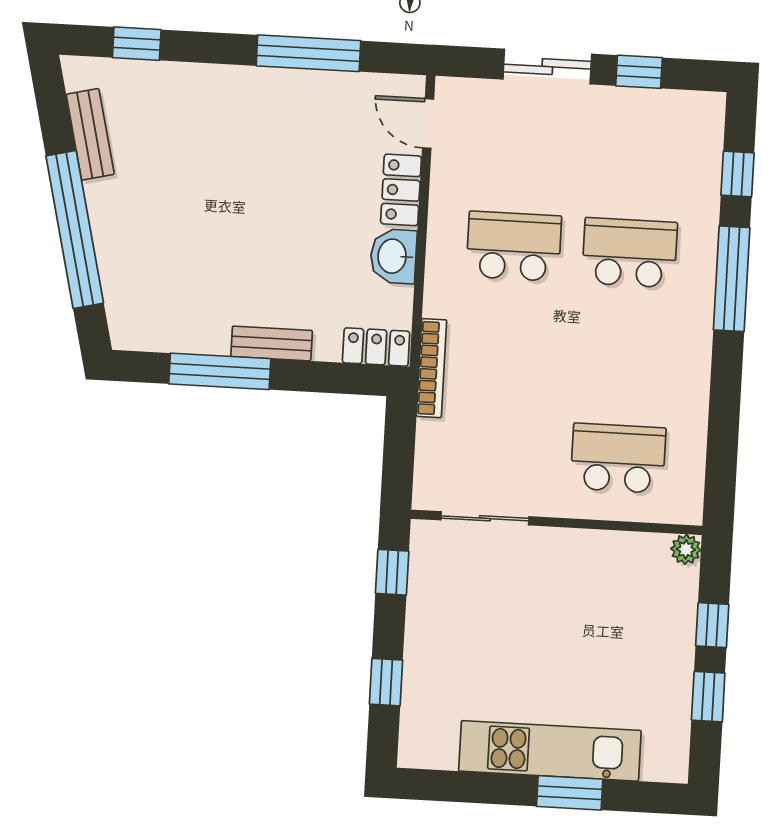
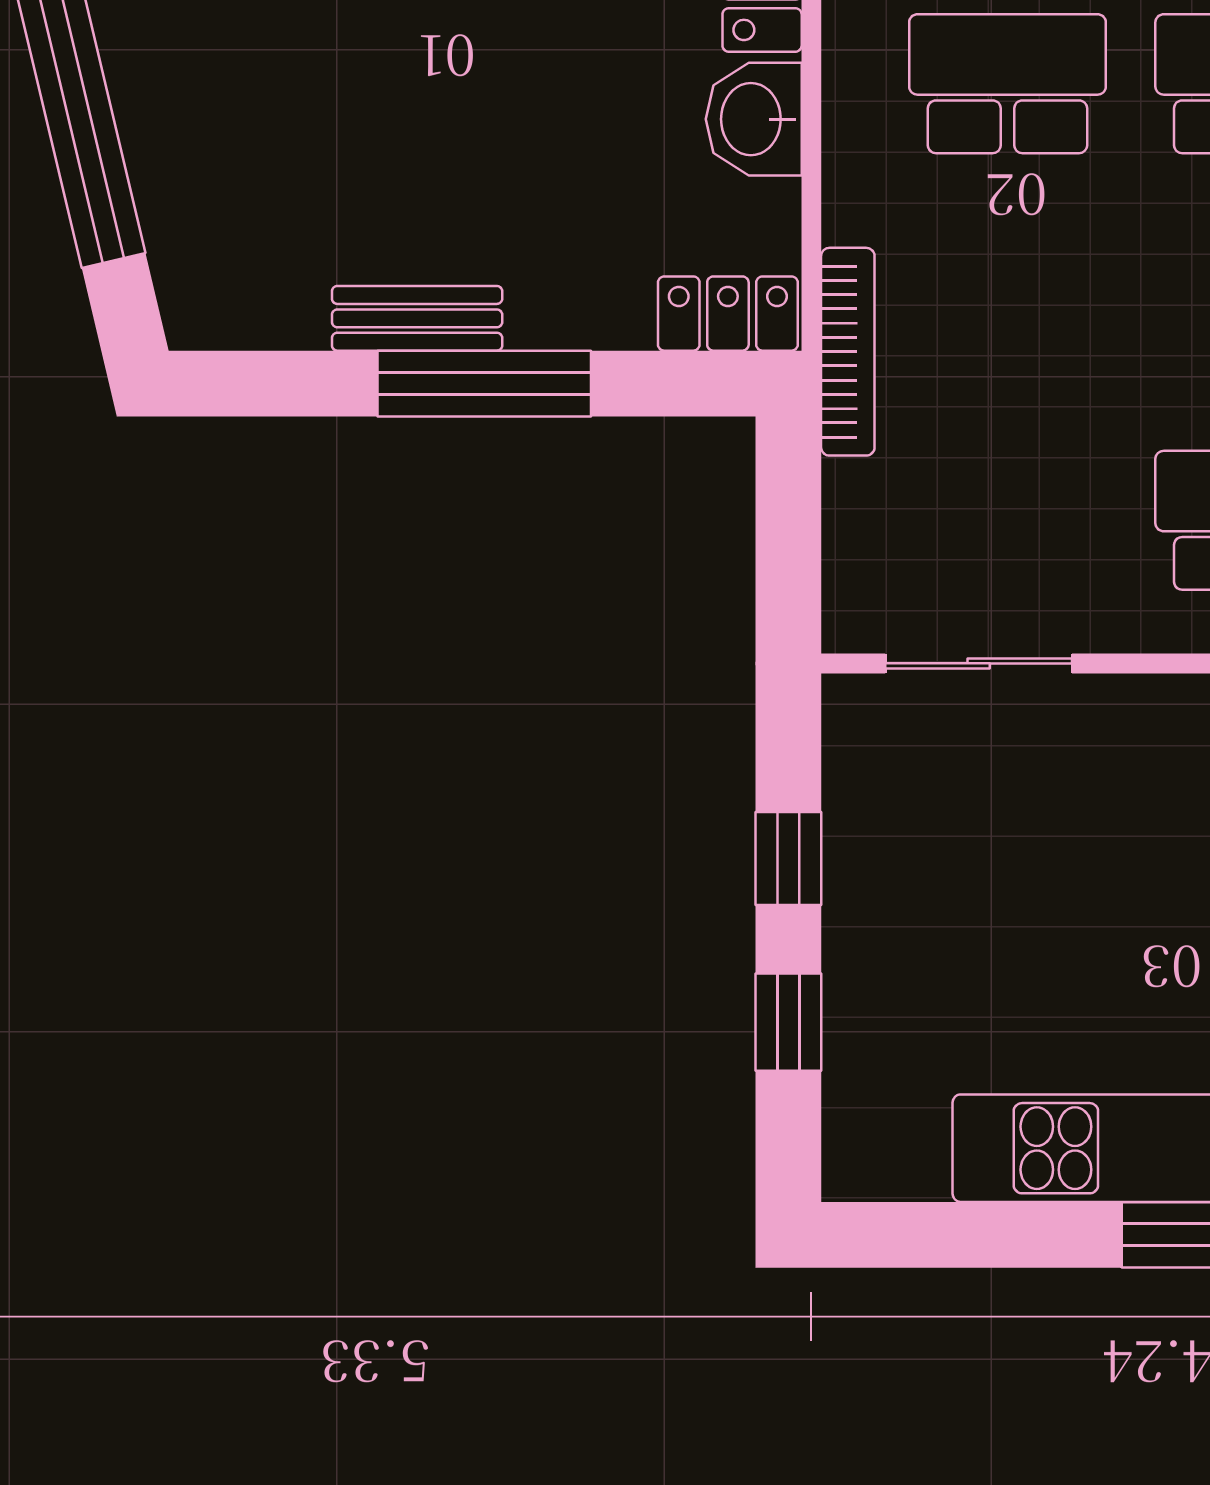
bench: (272, 343) -> (417, 318), moved
window: (220, 371) -> (484, 384), moved
window: (392, 572) -> (788, 859), moved

